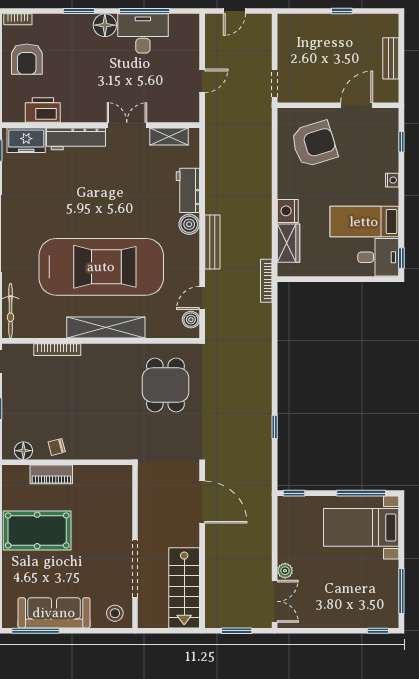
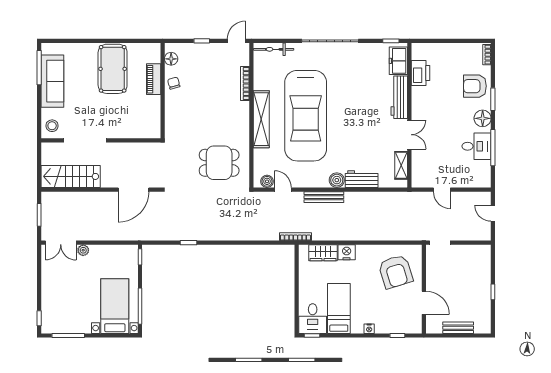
desk: (143, 33) -> (476, 146), width x0.73
armchair: (27, 59) -> (475, 86), moved

